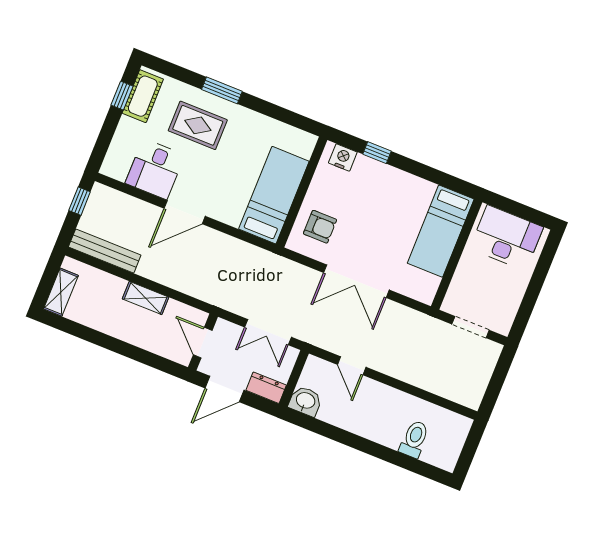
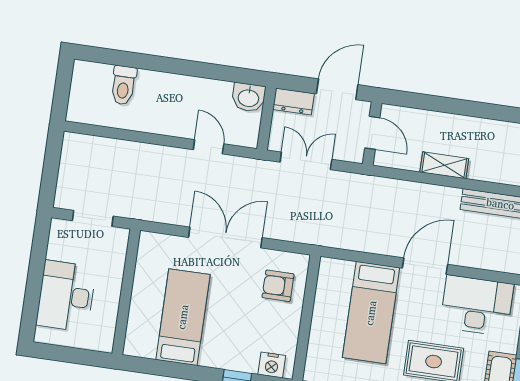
desk: (155, 169) -> (477, 305), width x1.37
bed: (274, 195) -> (371, 313), moved
bed: (441, 231) -> (183, 317), moved
desk: (506, 238) -> (66, 296), moved, turned 90

